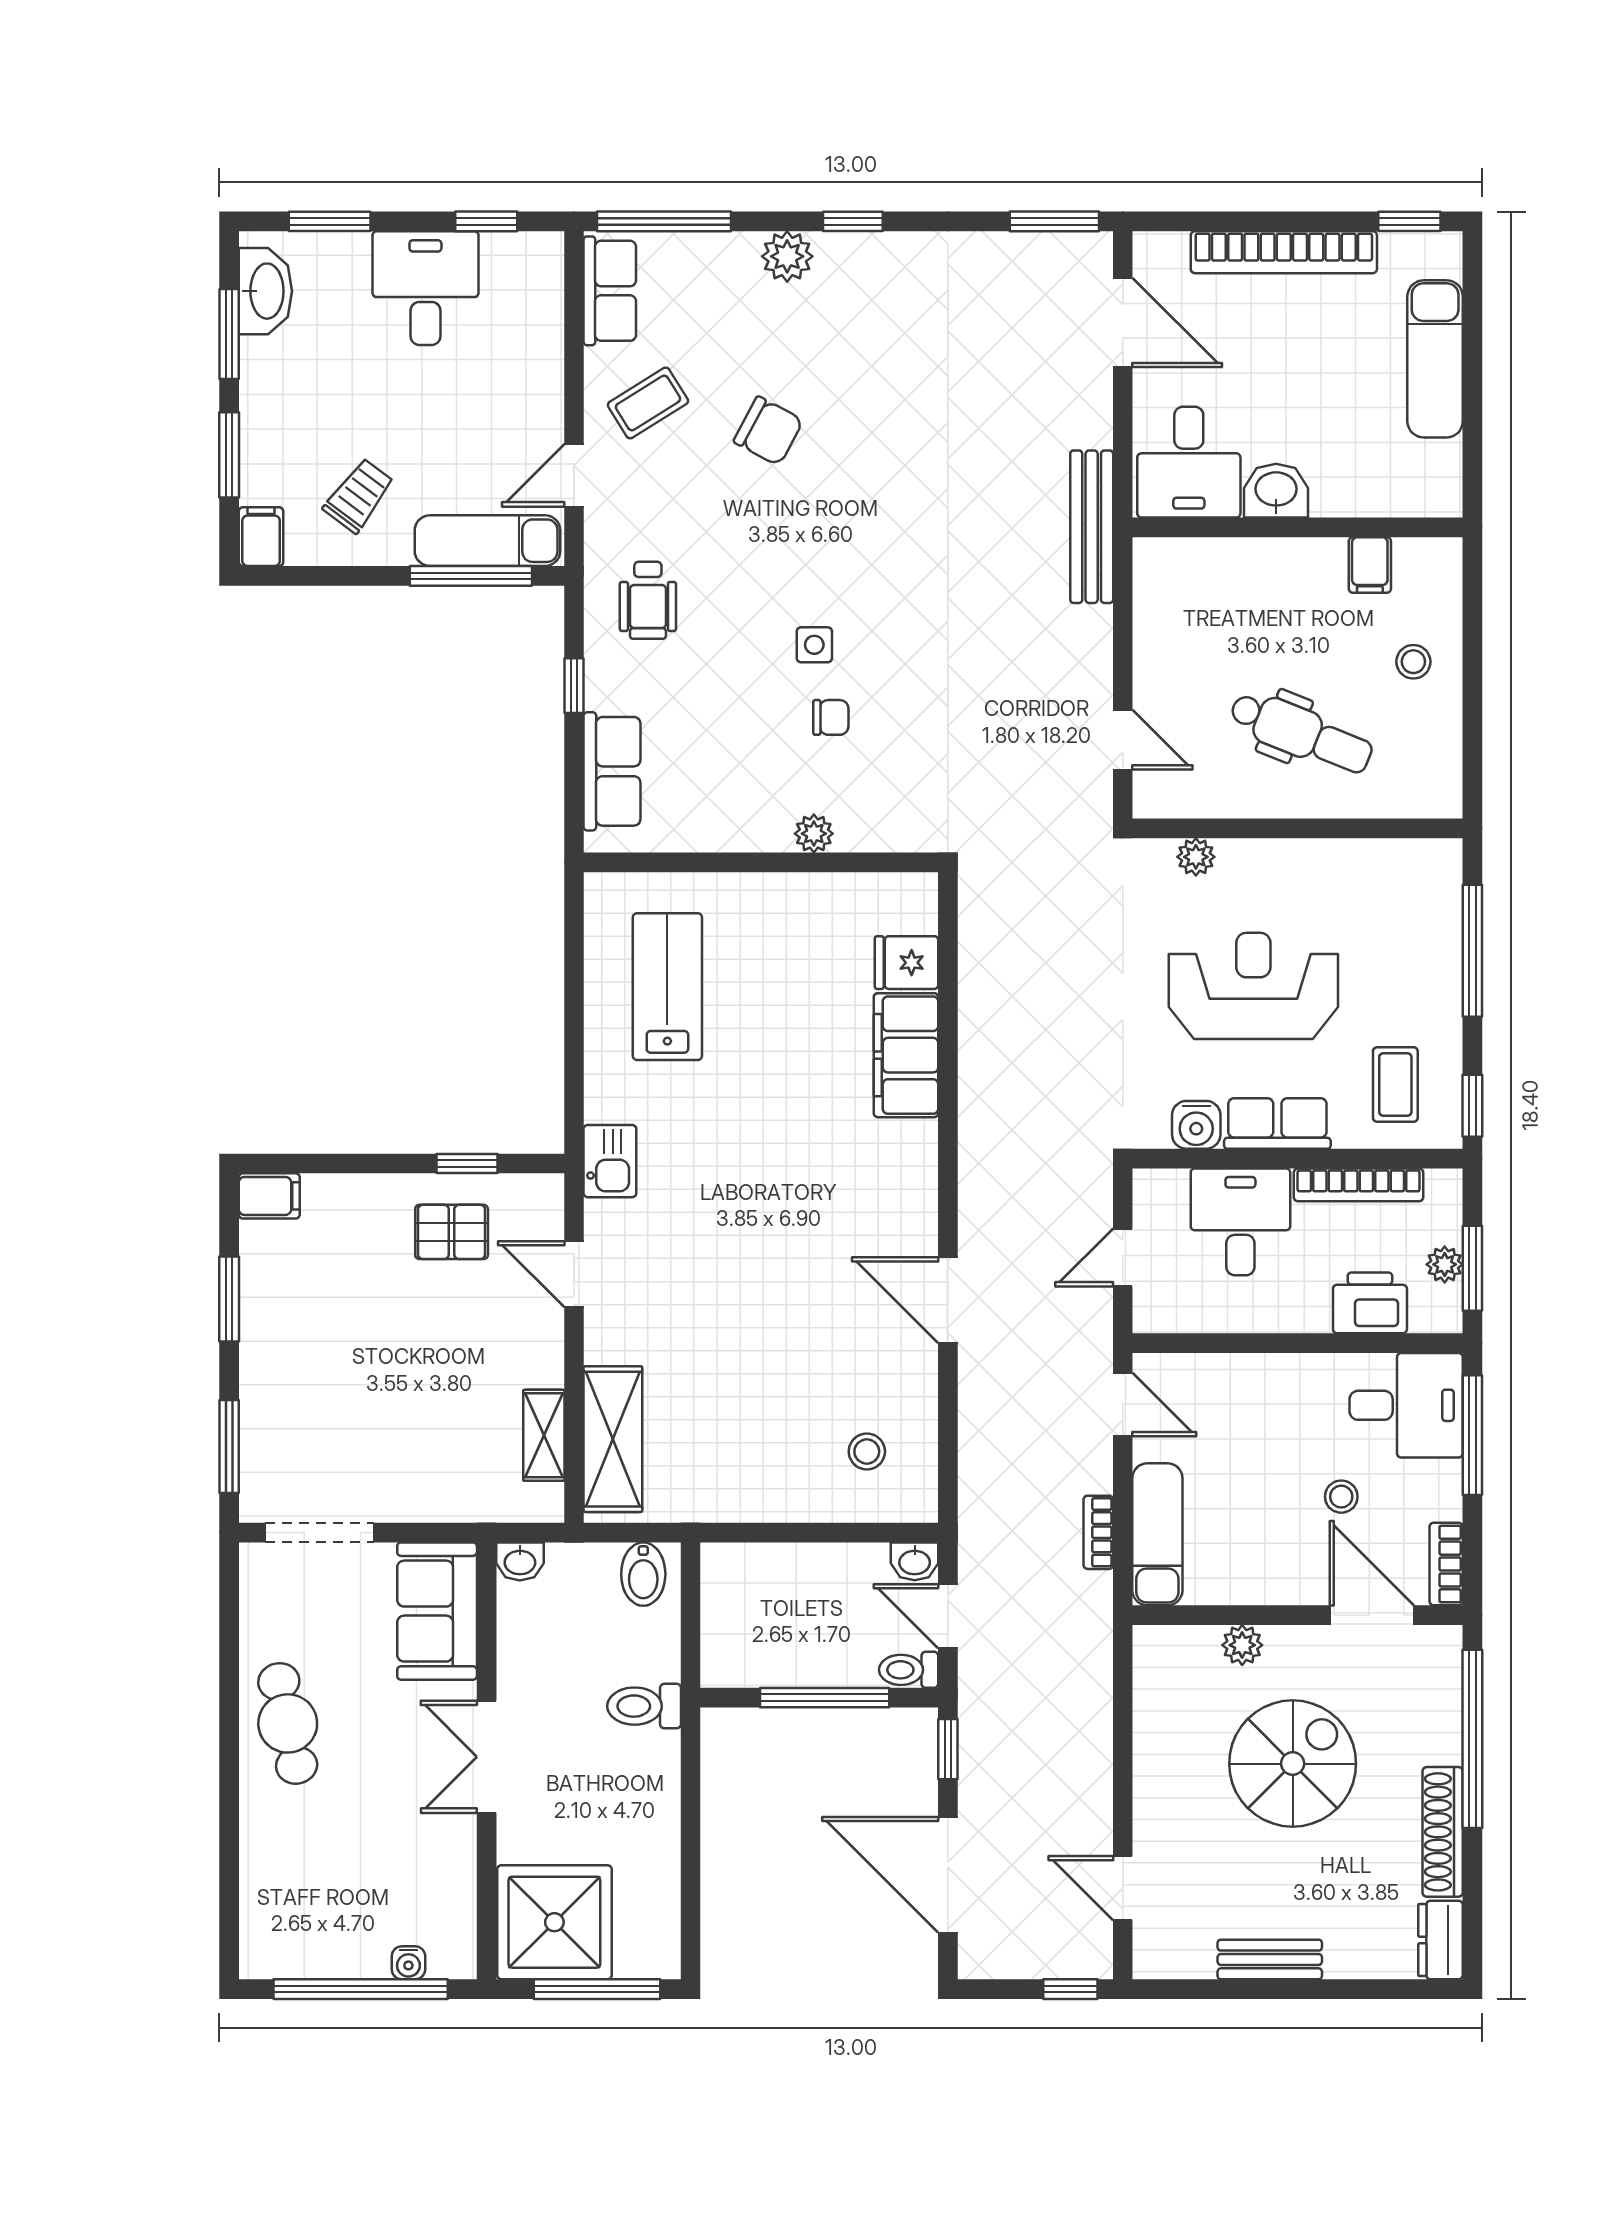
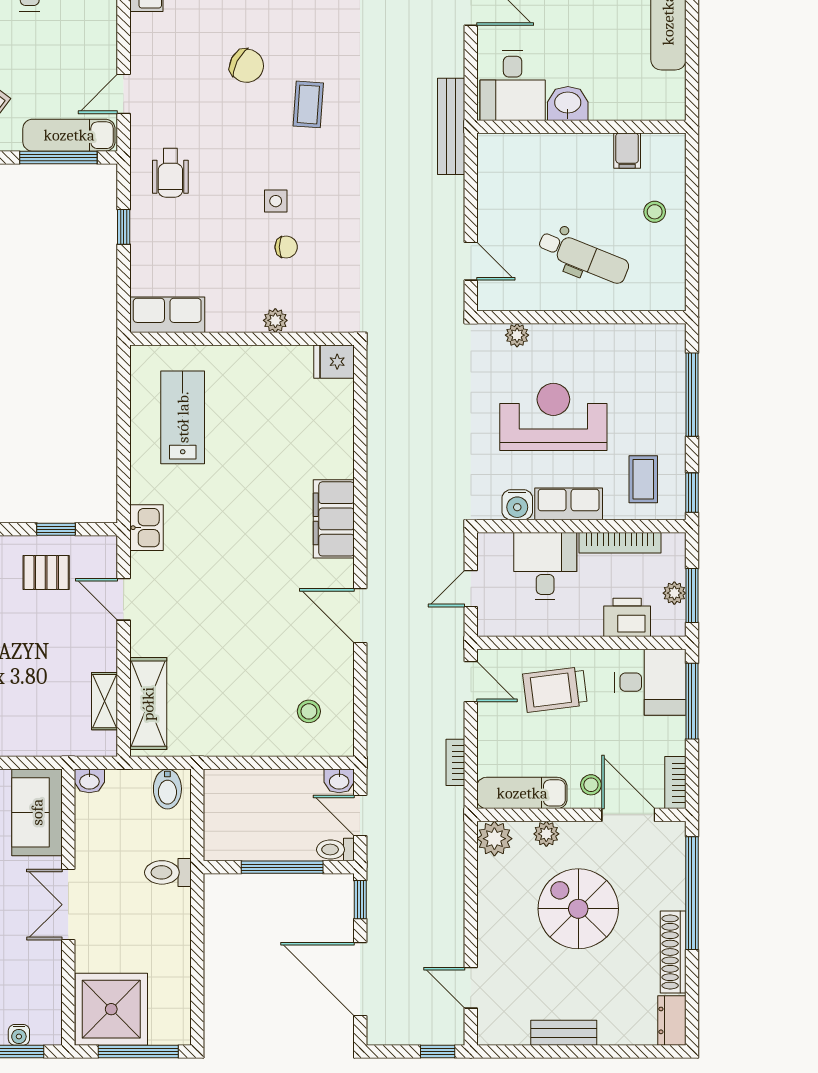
coffee table: (648, 403) -> (308, 104), moved, turned -54
row of seats: (612, 771) -> (167, 315), moved, turned -90
fridge: (907, 963) -> (334, 362), moved
filing cabinet: (906, 1055) -> (334, 519), moved
trolley: (1256, 1417) -> (555, 689), added
stool: (1341, 1497) -> (591, 785), moved
exam couch: (1157, 1534) -> (522, 793), moved, turned -90
plant: (1160, 1653) -> (494, 839), added
spiral stairs: (1293, 1764) -> (578, 909), turned -90

